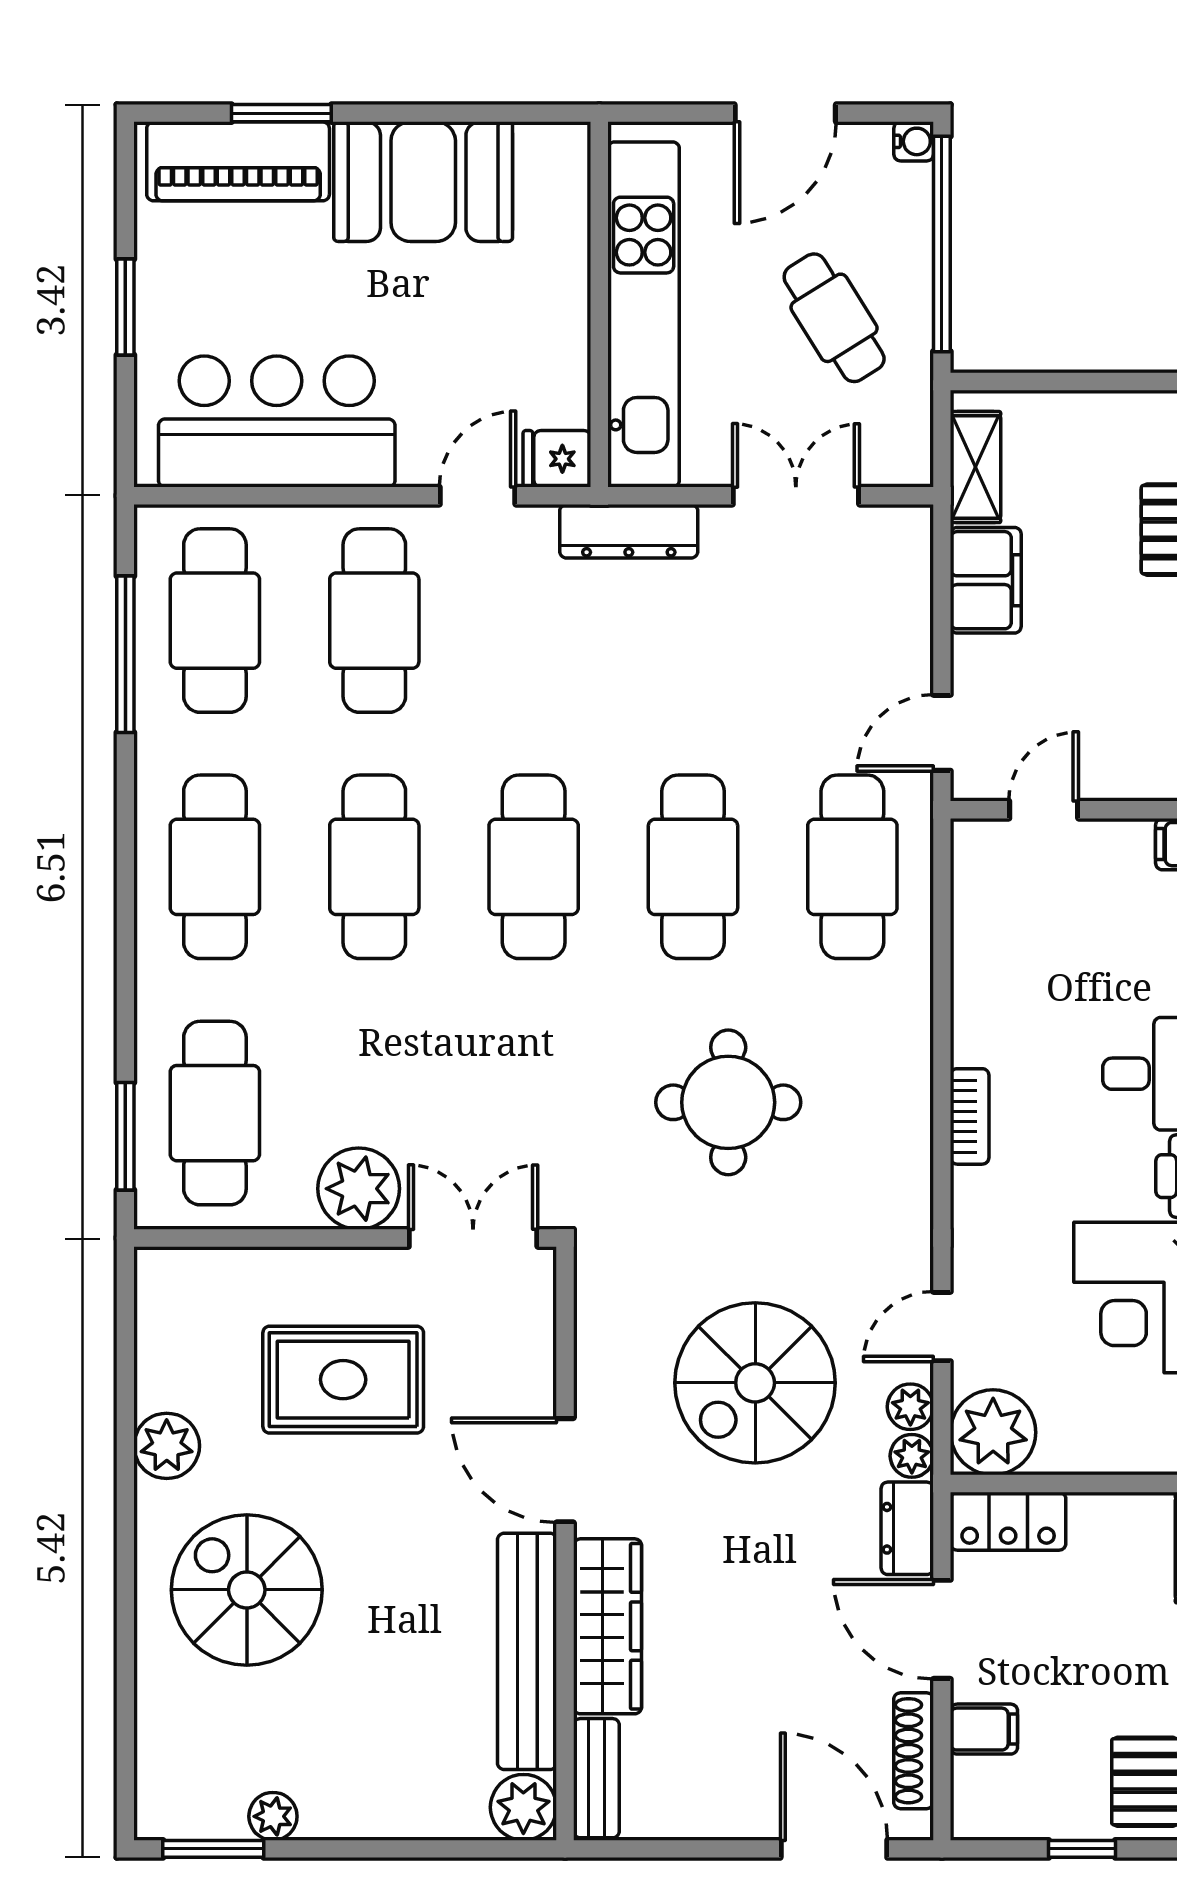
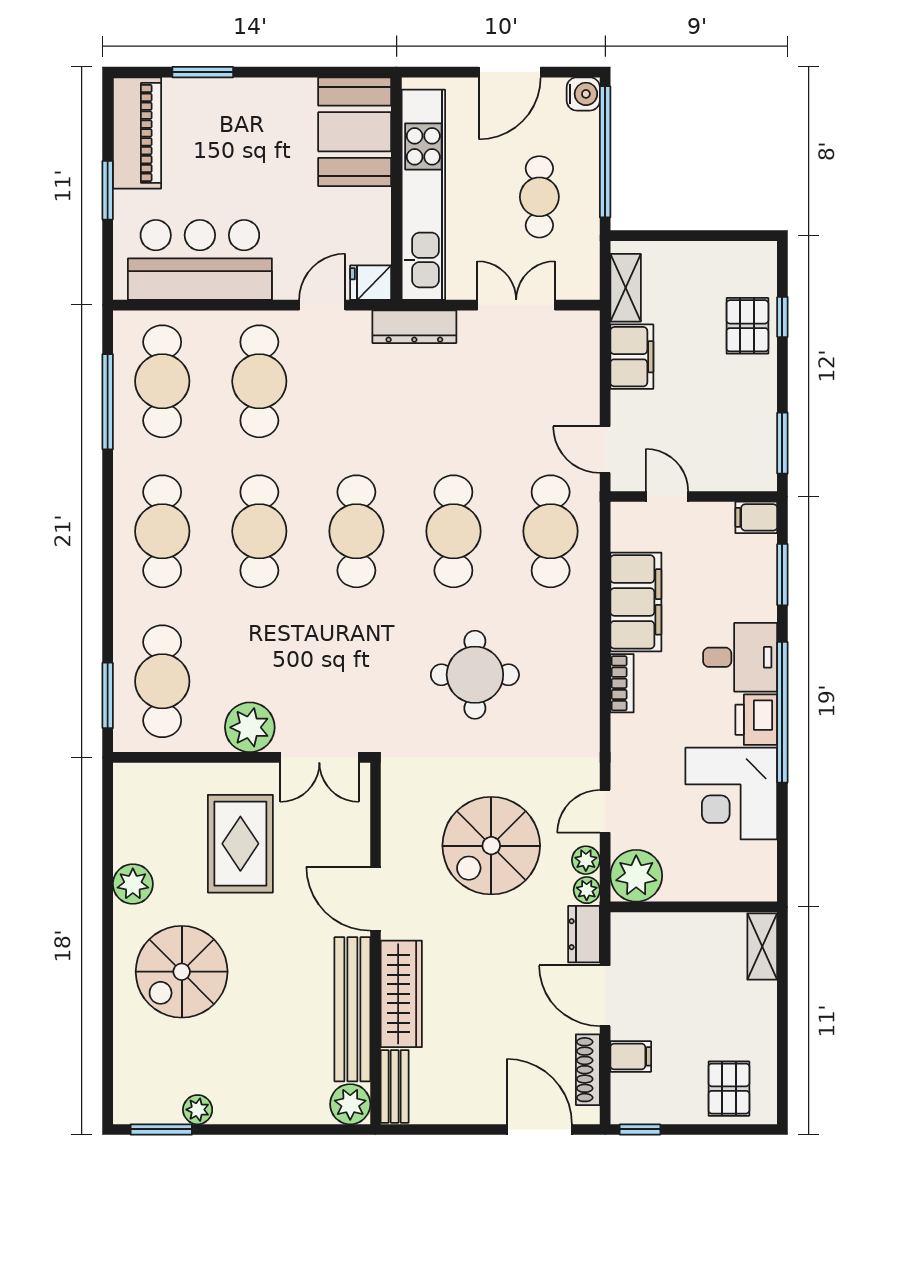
water cooler: (914, 141) -> (583, 94), width x1.38, depth x1.38
piano: (238, 161) -> (137, 133), moved, turned -90
booth: (423, 182) -> (355, 132), moved, turned 90
cafe table: (834, 318) -> (539, 197), turned 32
door: (942, 733) -> (605, 450), hinge flipped
door: (1044, 810) -> (667, 496), hinge flipped
filing cabinet: (992, 983) -> (636, 602), added
double door: (473, 1238) -> (319, 757), swing flipped
rug: (343, 1380) -> (240, 844), turned 90
locker: (1008, 1521) -> (645, 930), removed
spiral stairs: (247, 1590) -> (182, 972), turned -90
window: (1082, 1849) -> (640, 1129), moved

